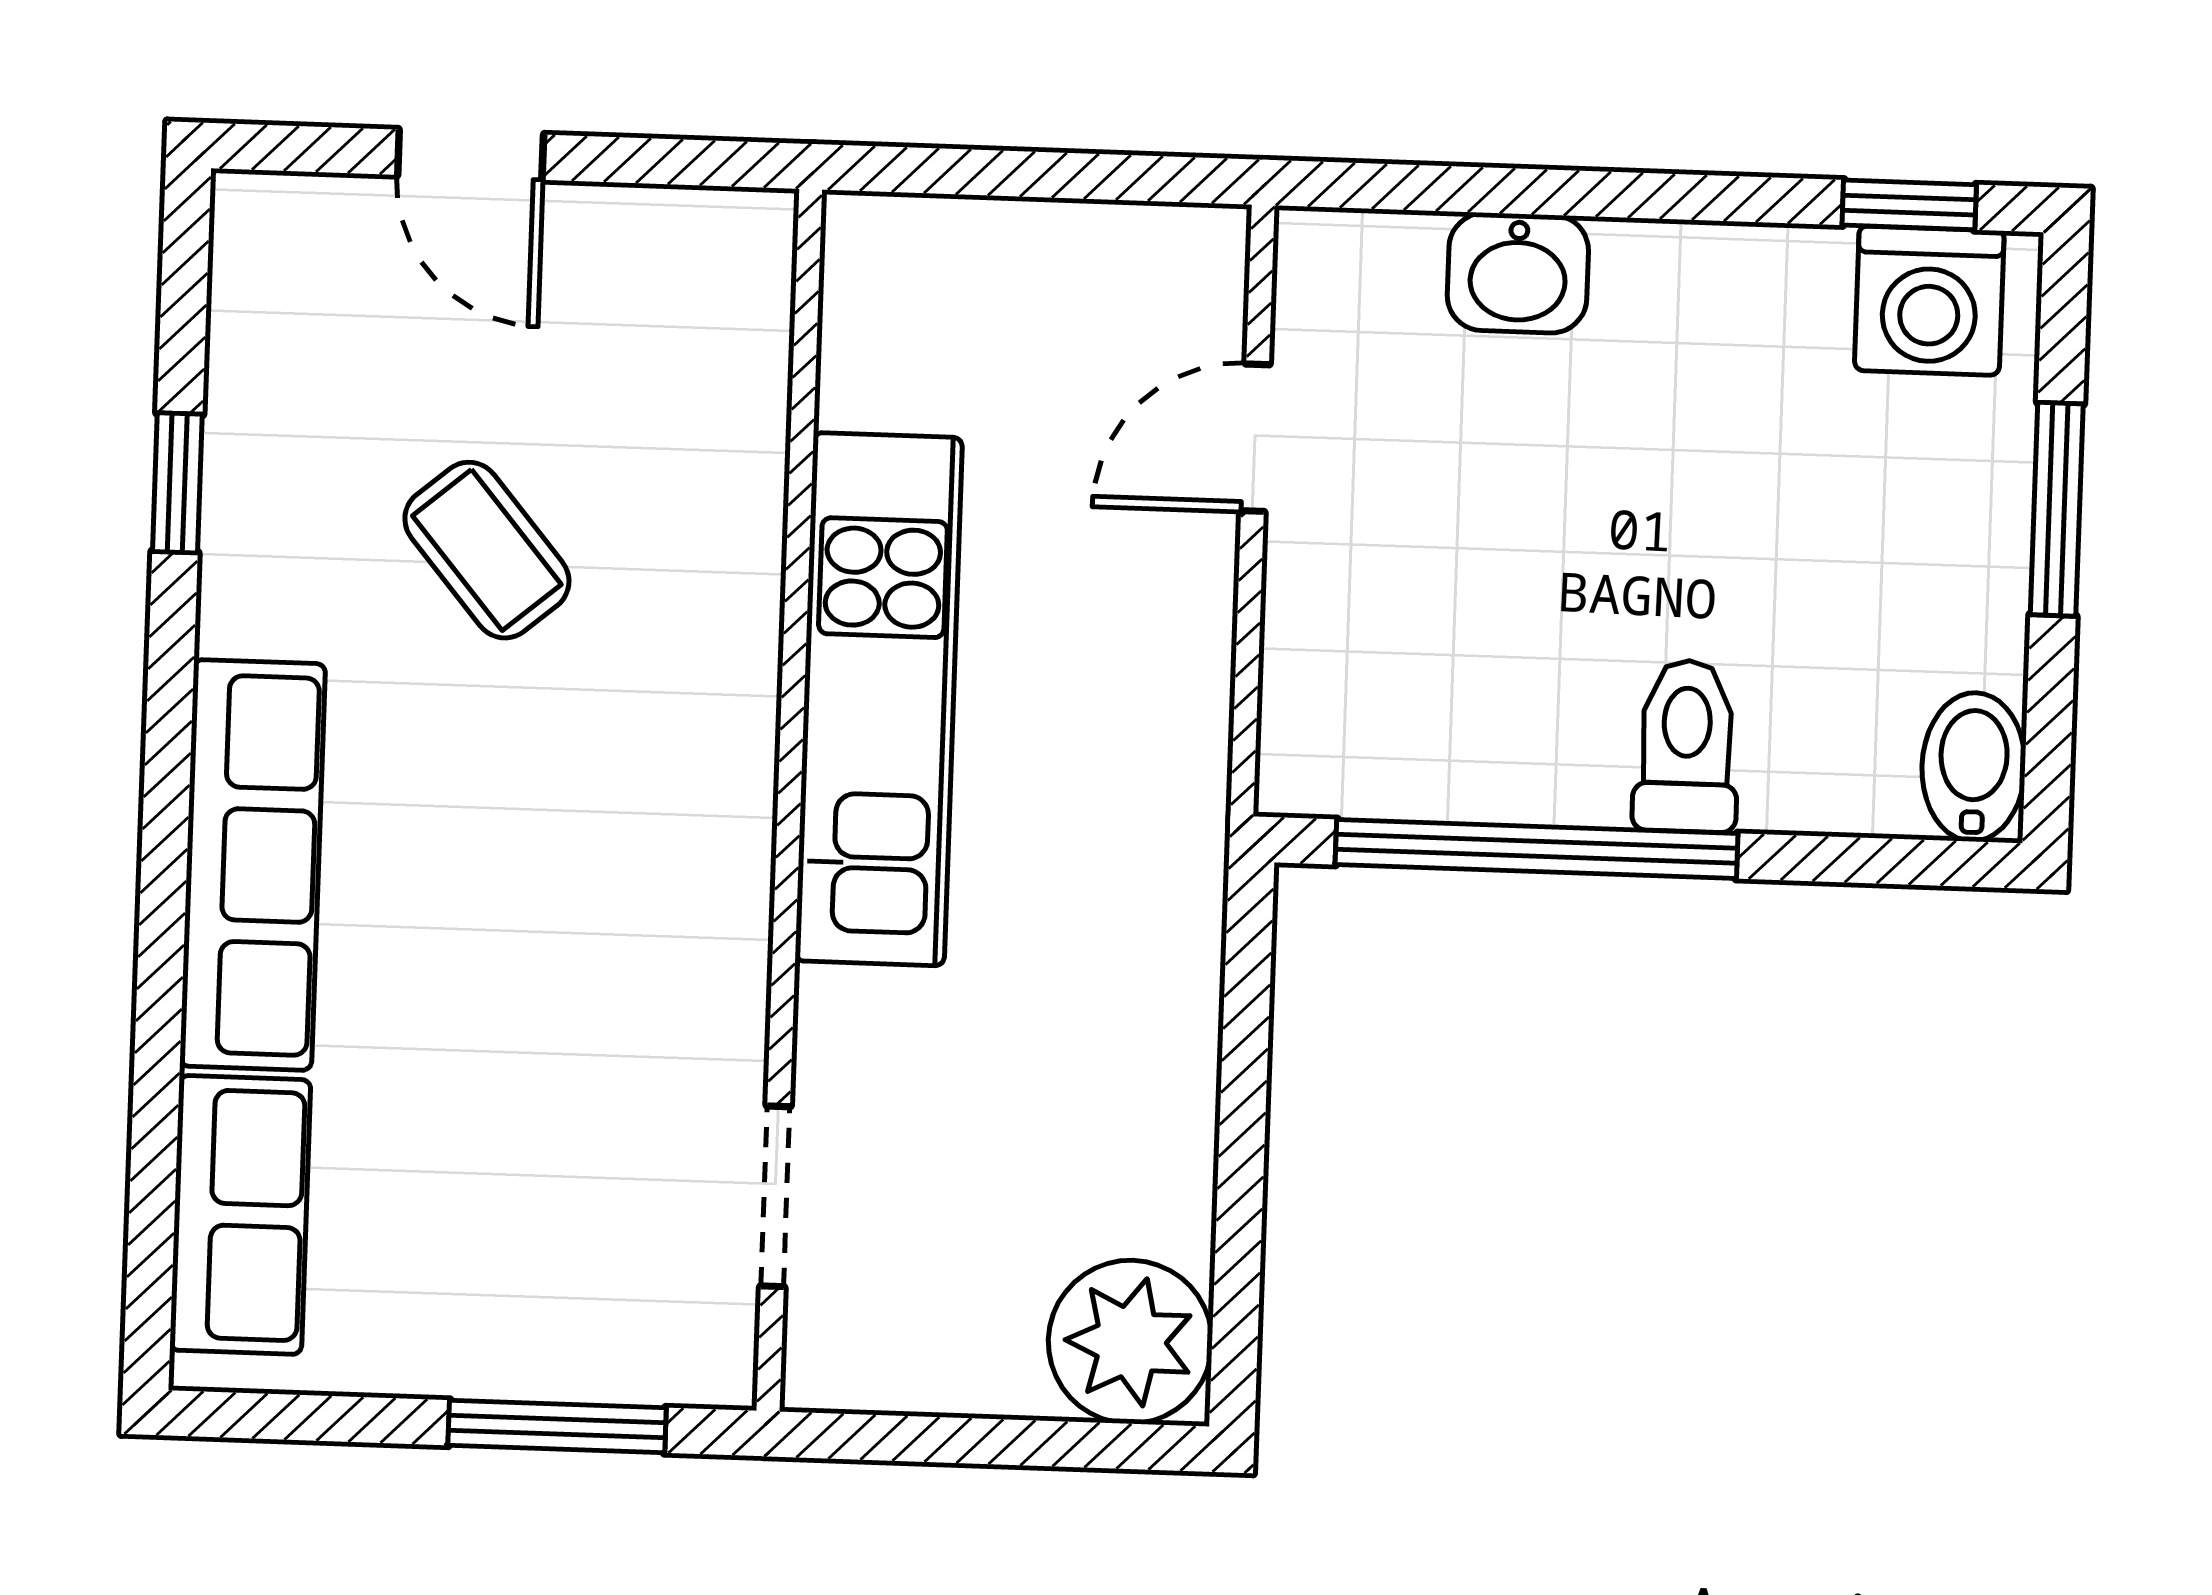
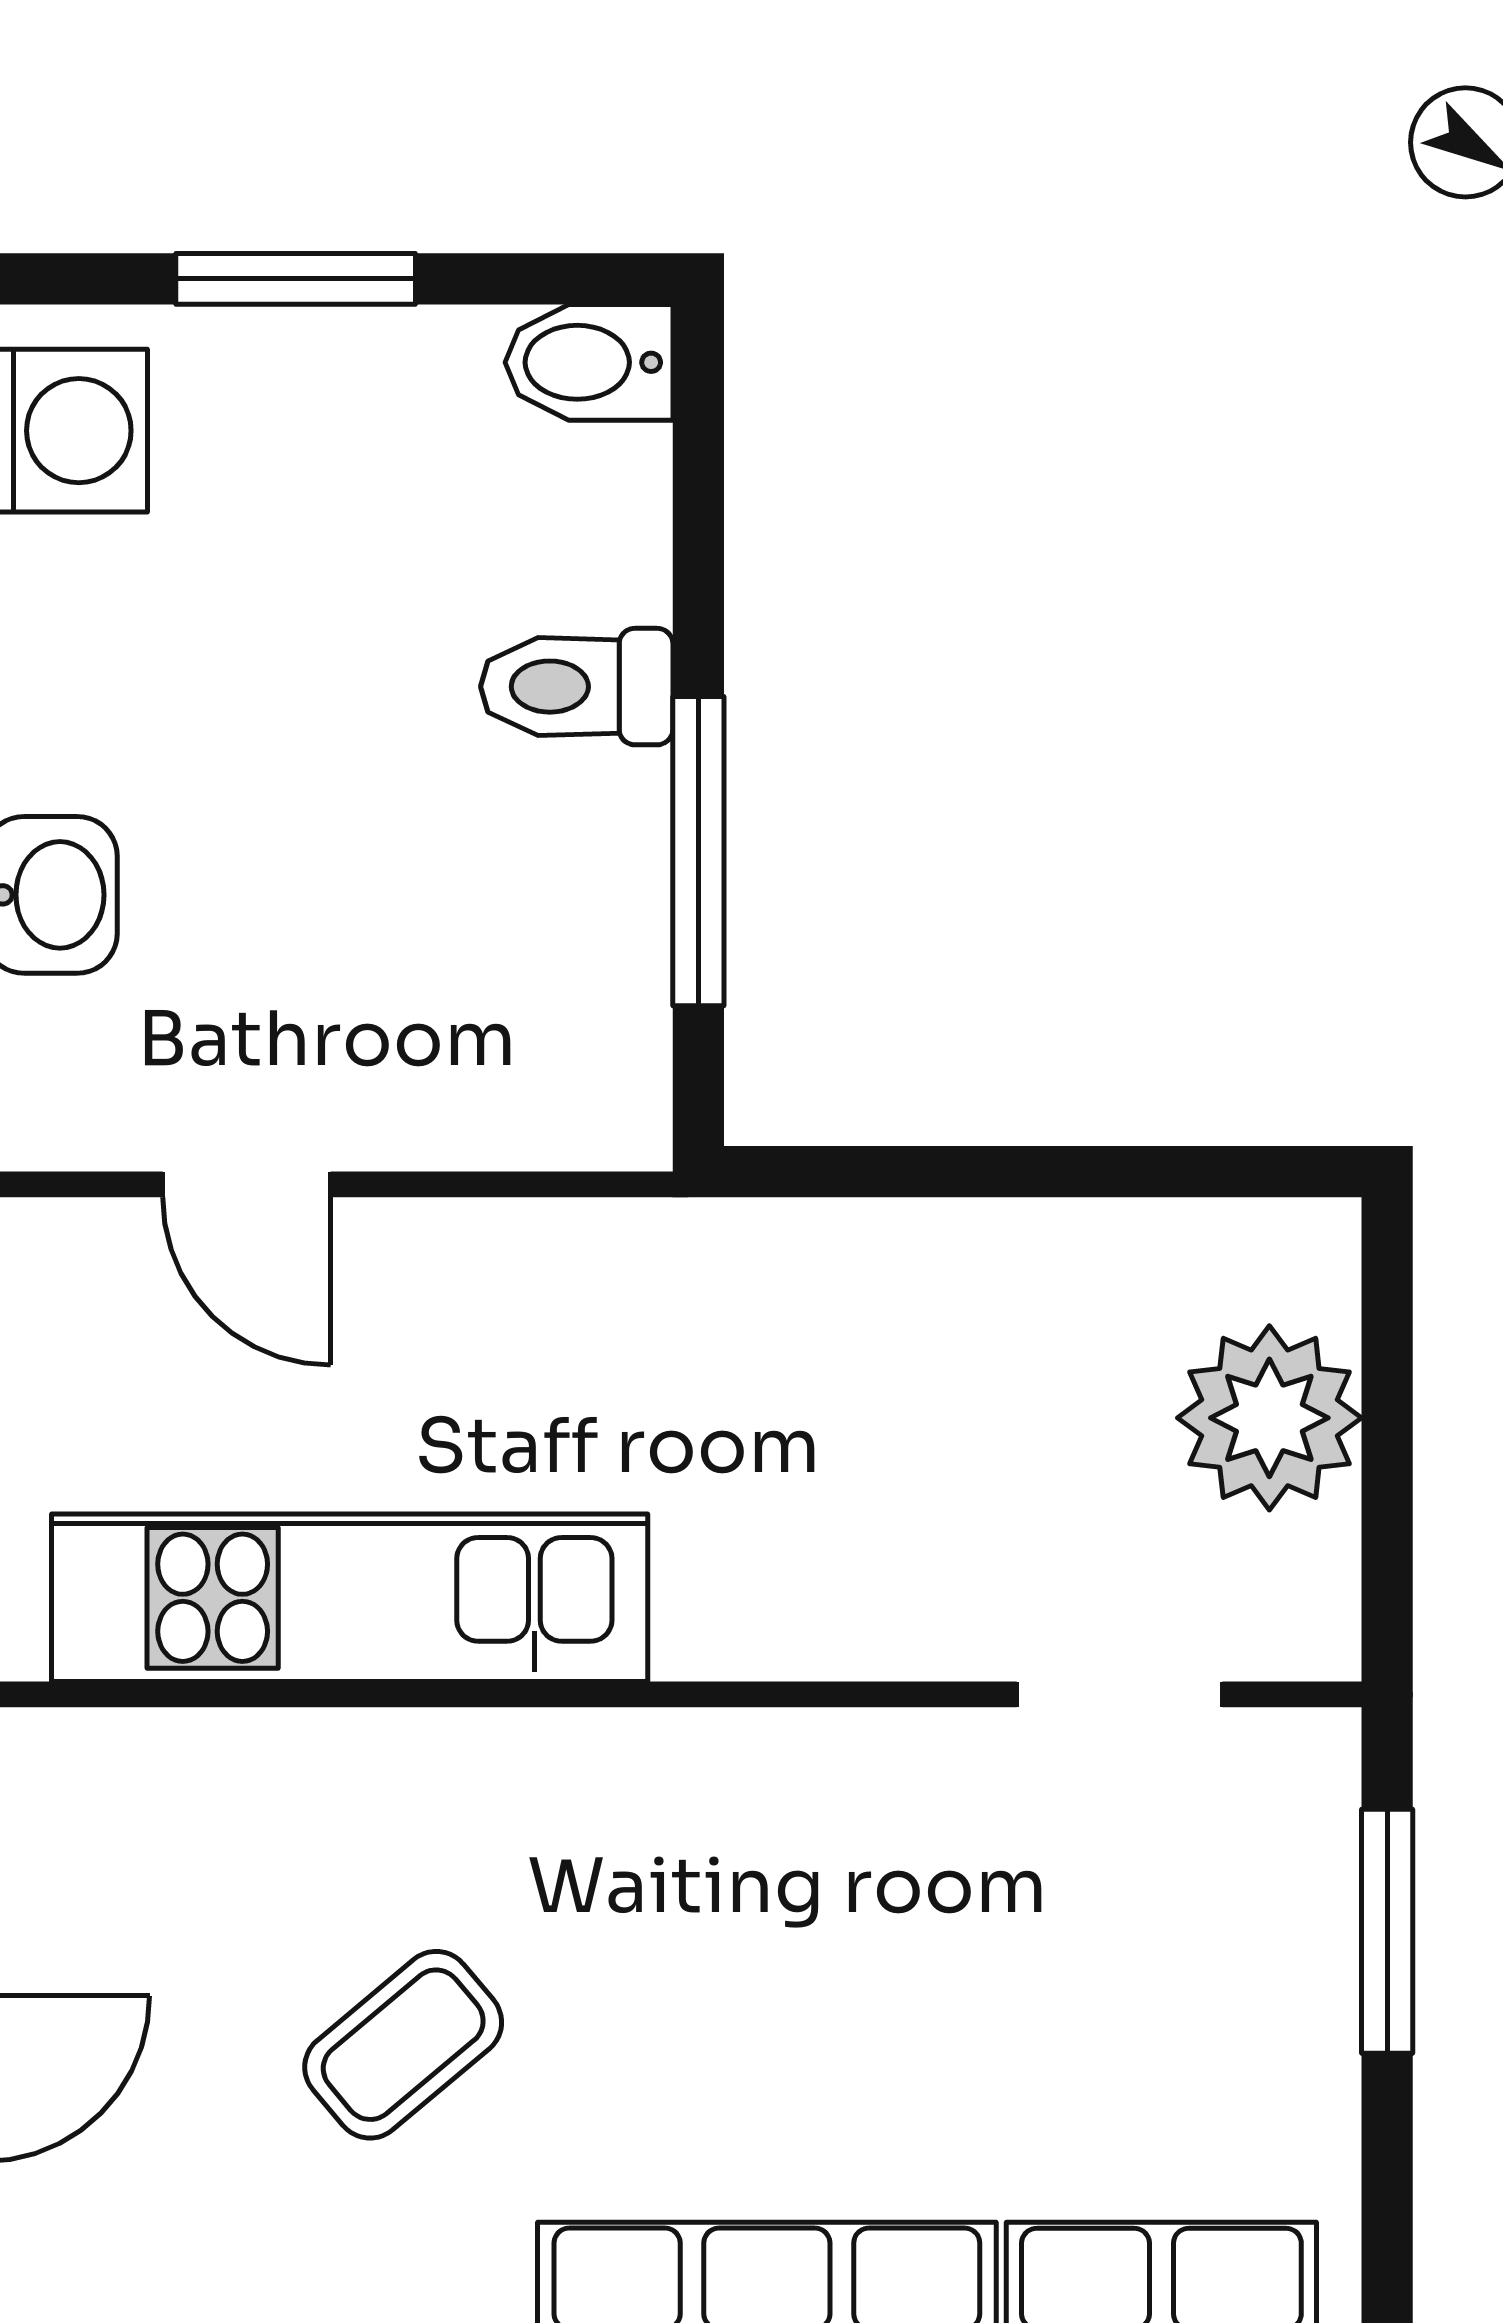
kitchen unit: (879, 699) -> (350, 1598), moved
window: (1537, 849) -> (698, 851), width x0.68
plant: (1130, 1342) -> (1269, 1418), moved

